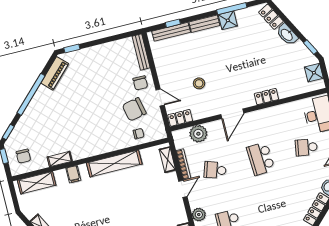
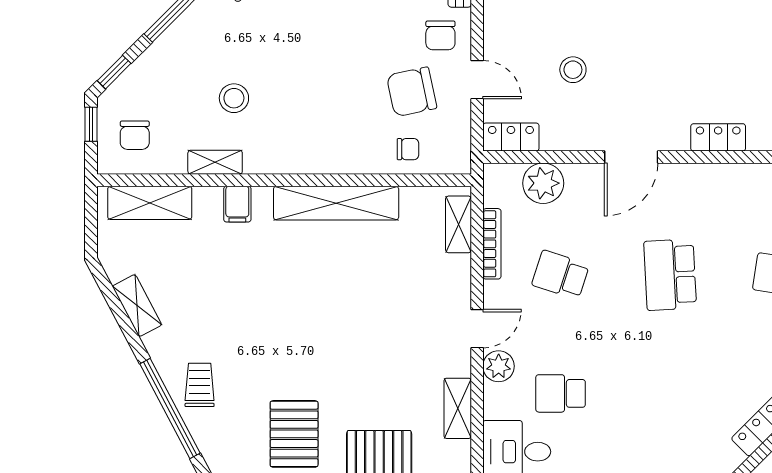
stool: (61, 130) -> (234, 98), added
door: (183, 189) -> (477, 329), moved

